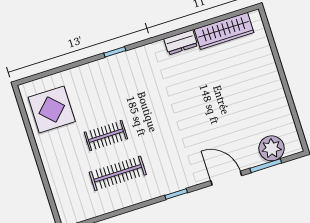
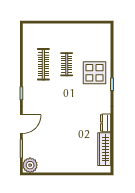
display table: (52, 109) -> (94, 73), moved
plant: (272, 148) -> (30, 165), moved

